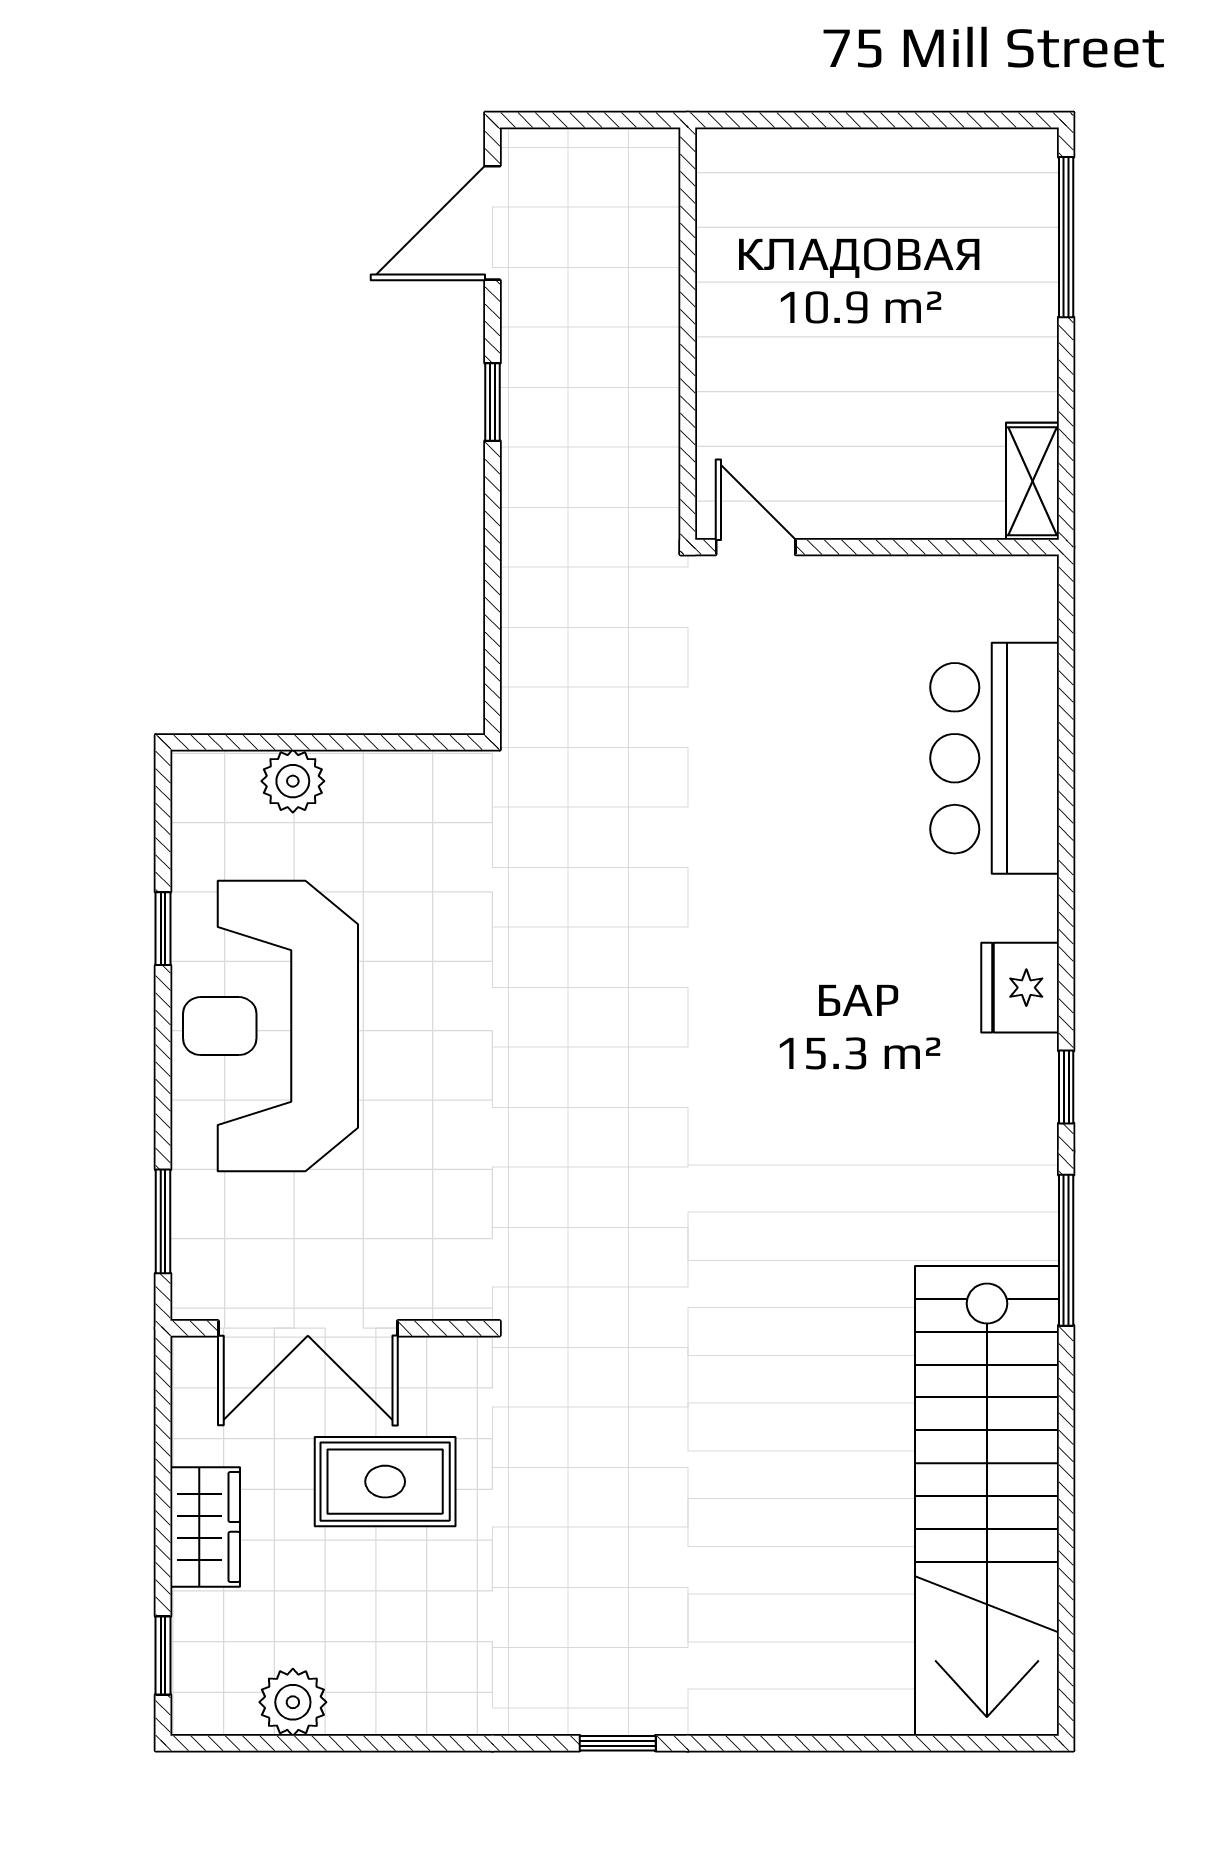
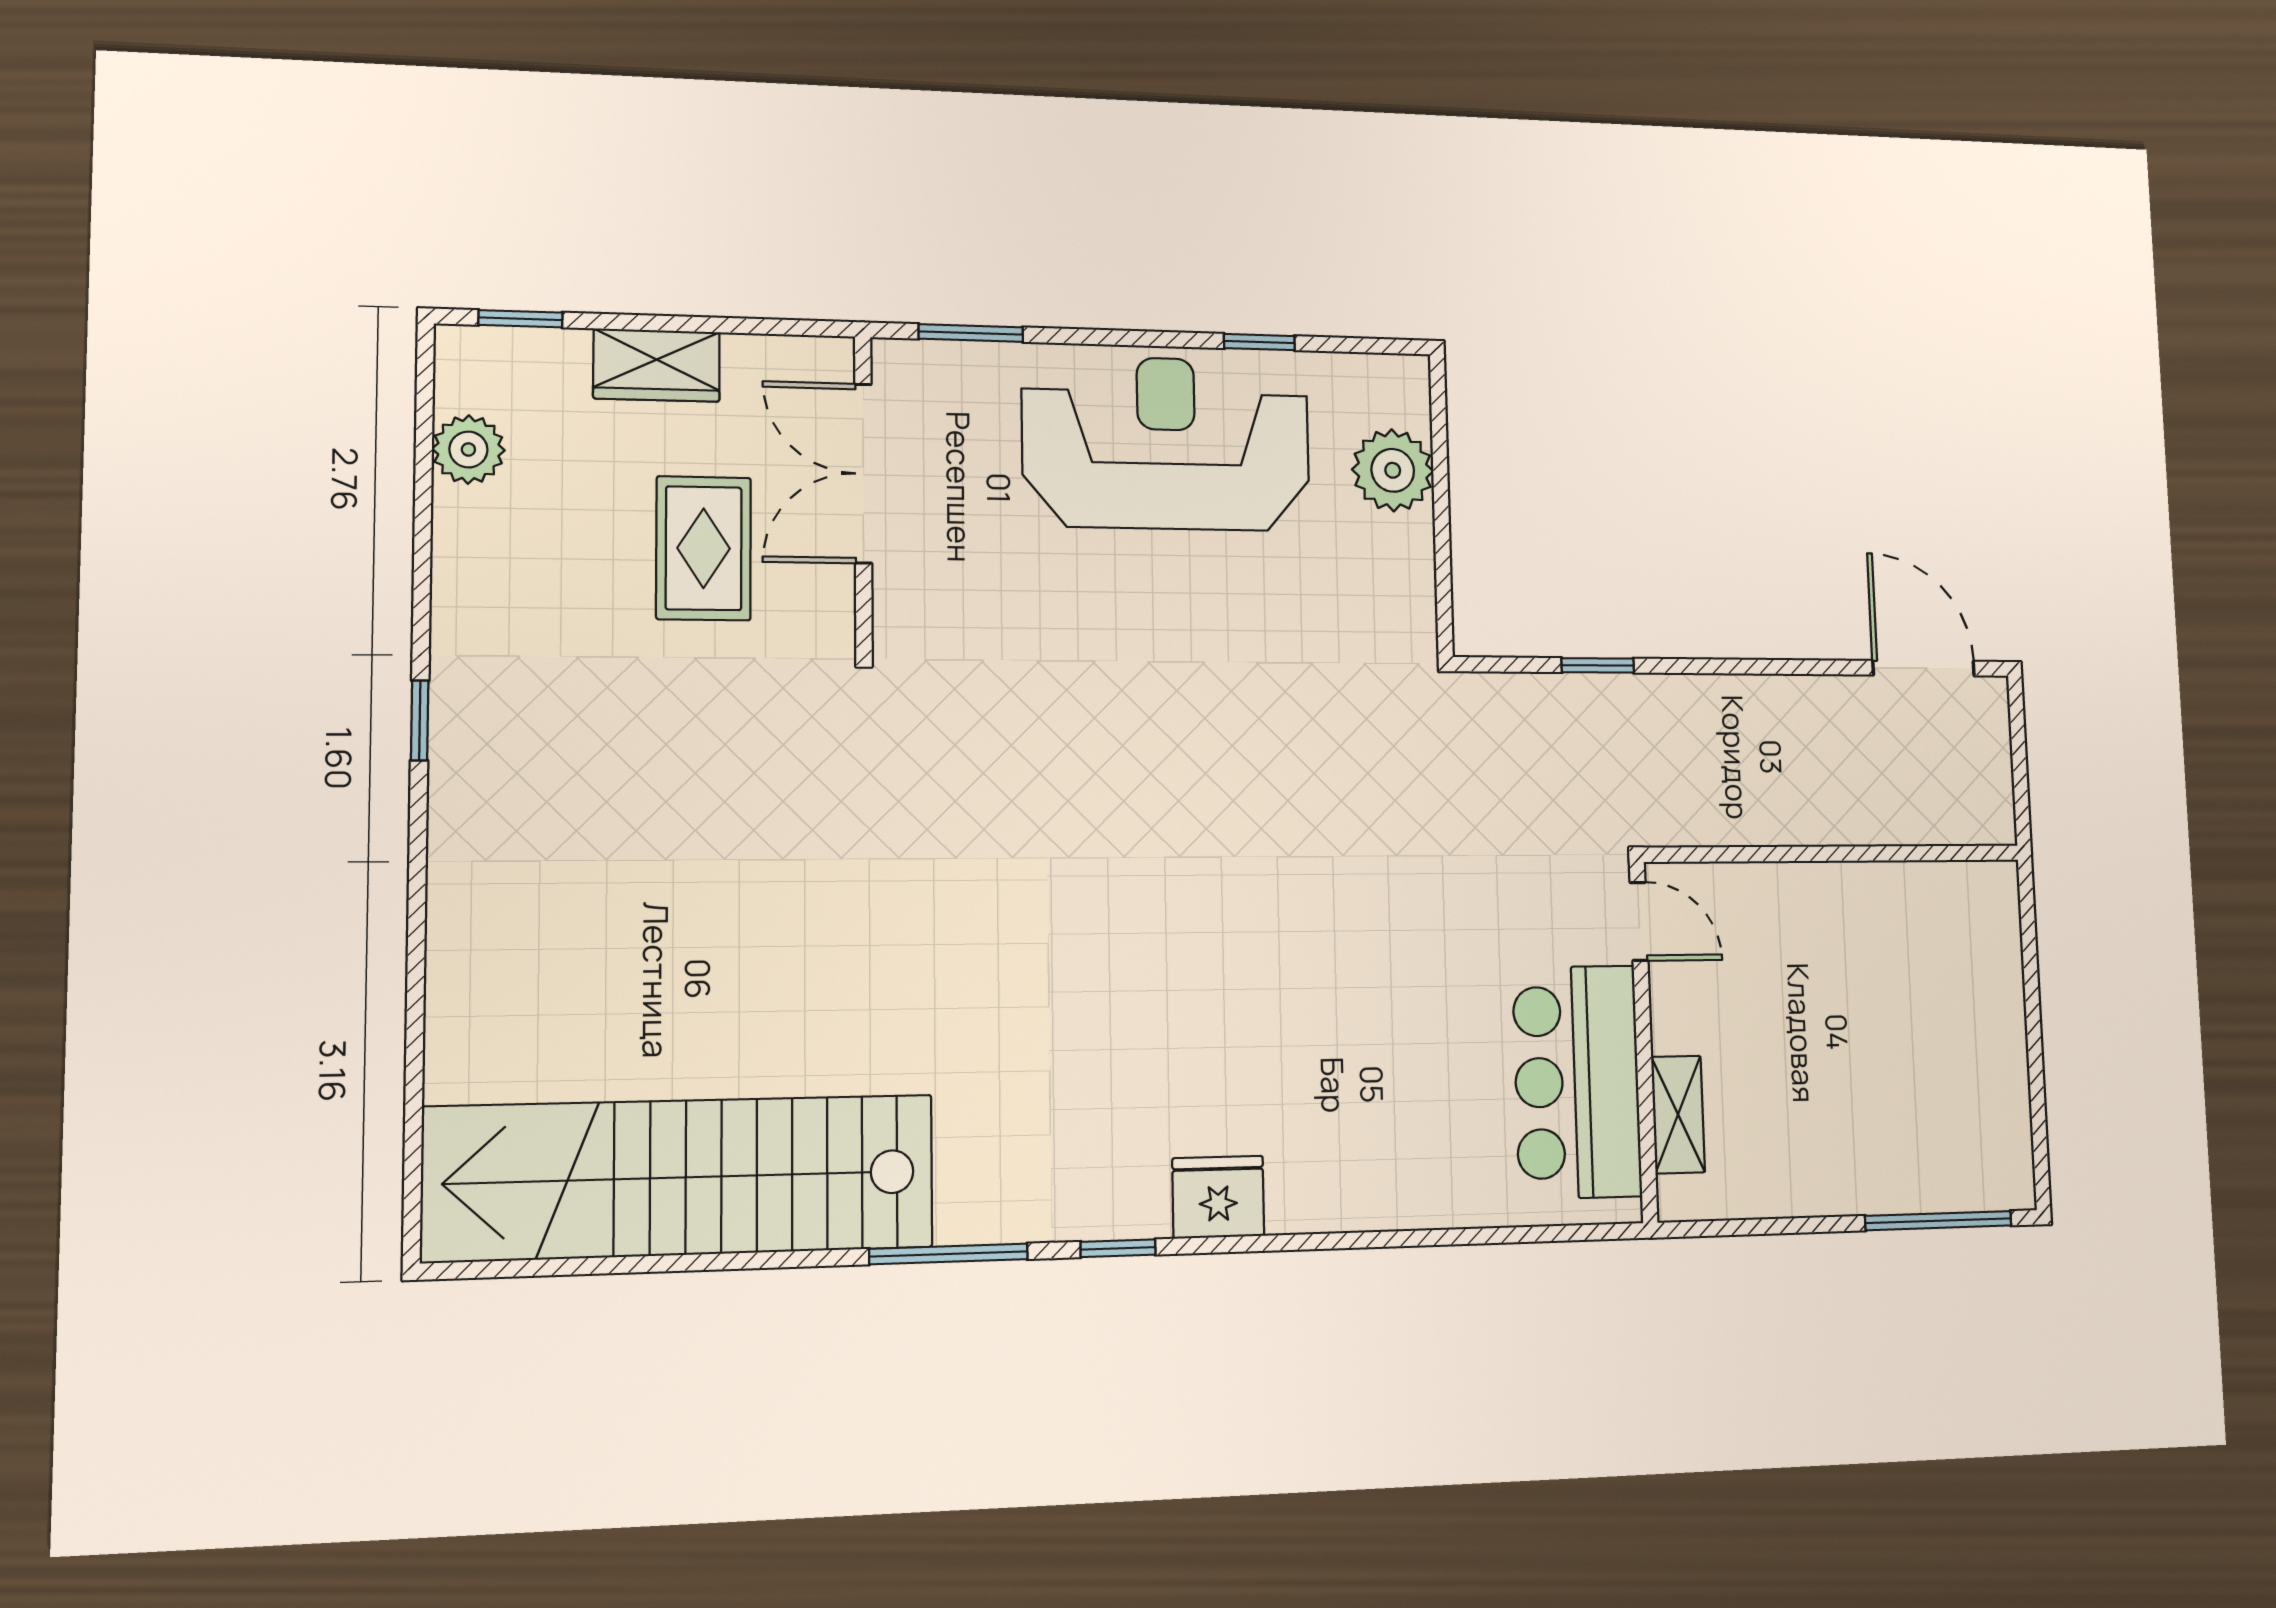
window: (492, 402) -> (1598, 665), moved
shelving: (1032, 481) -> (1678, 1115), moved, turned 90
door: (756, 547) -> (1639, 921), hinge flipped
bar counter: (995, 758) -> (1577, 1082), moved, turned -90
plant: (293, 781) -> (1393, 470), width x1.36, depth x1.36
window: (618, 1743) -> (420, 720), moved

